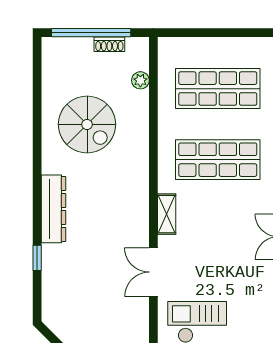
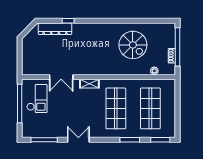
spiral stairs: (87, 124) -> (133, 45), turned -90
dresser: (54, 209) -> (55, 29), moved
double door: (153, 272) -> (61, 77), swing flipped

